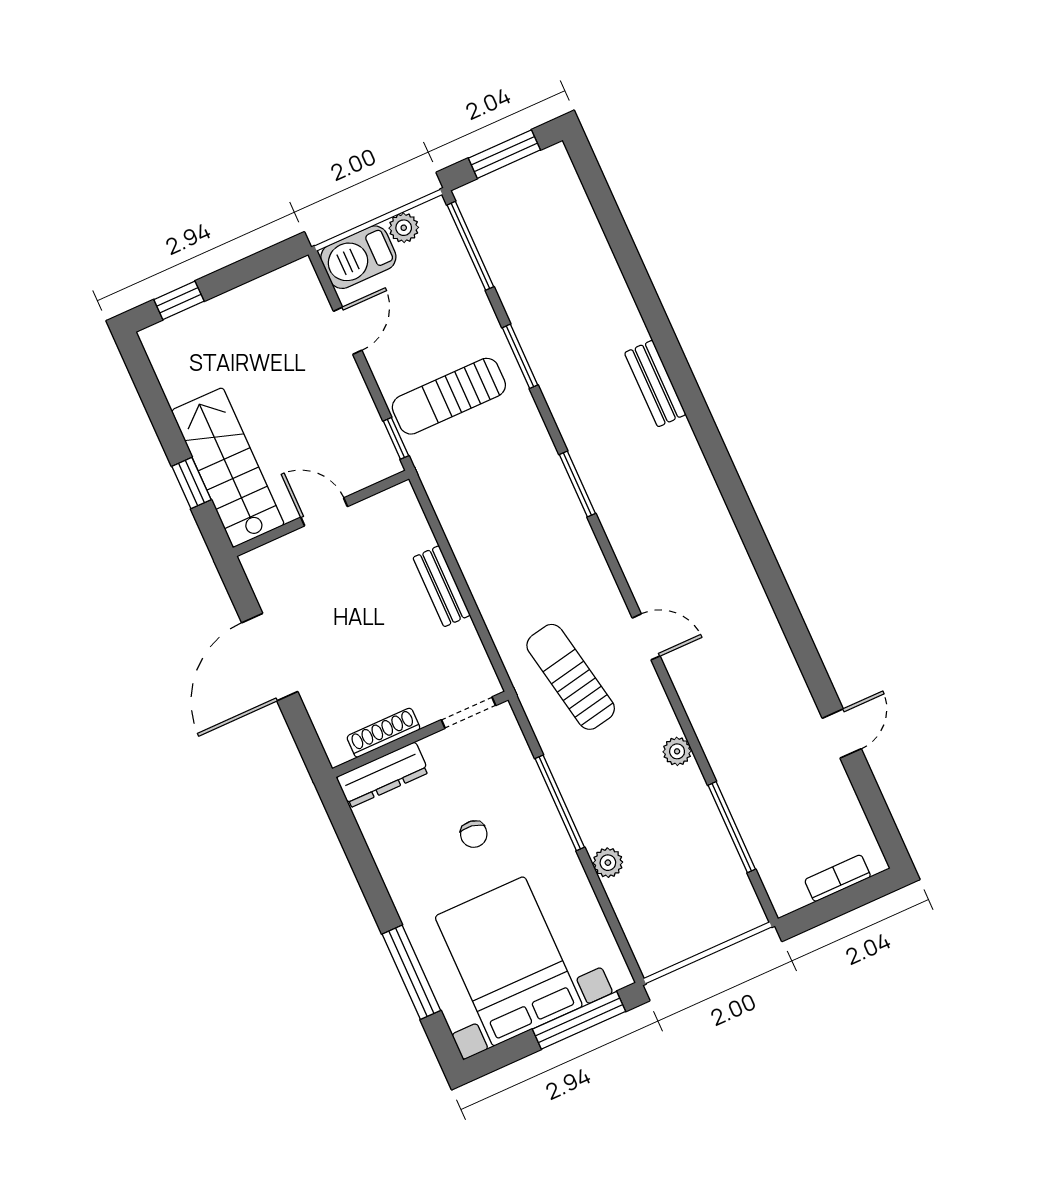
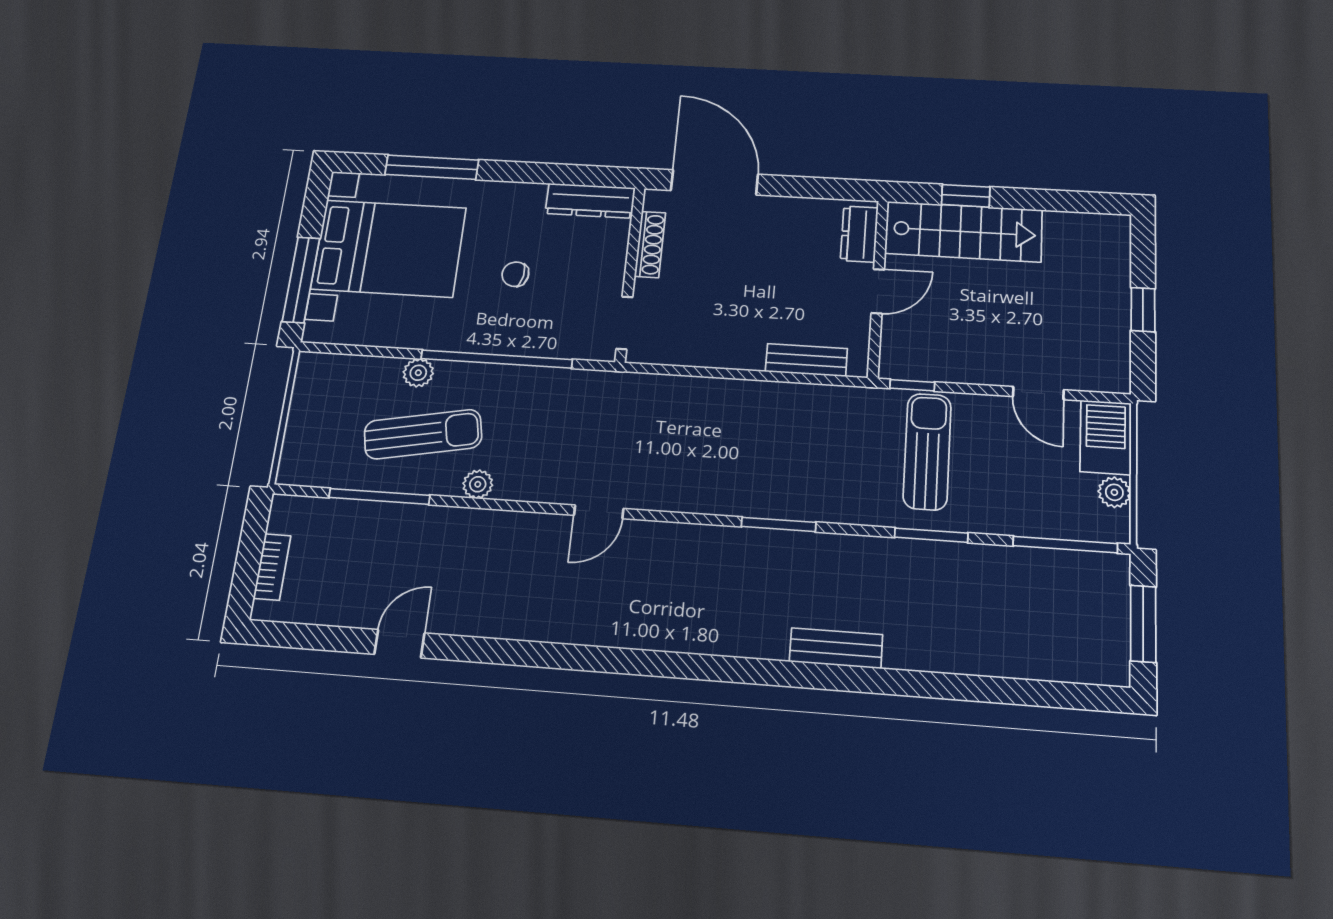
window: (179, 300) -> (1143, 310), moved
dresser: (278, 556) -> (859, 234), added
bench: (442, 586) -> (806, 360), moved
door: (270, 657) -> (714, 182), moved
sun lounger: (571, 677) -> (423, 434), moved
door: (842, 734) -> (399, 644), swing flipped
dresser: (383, 775) -> (590, 201), moved, turned -90
window: (560, 803) -> (497, 359), width x1.46

